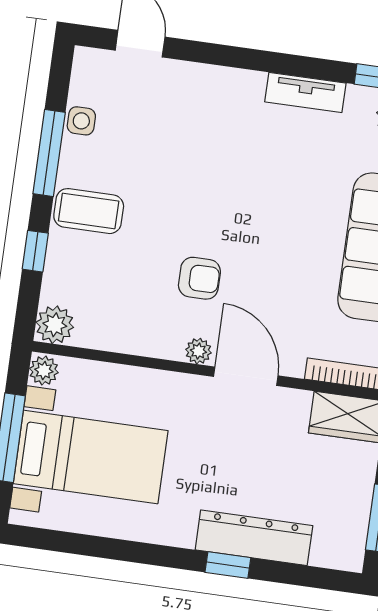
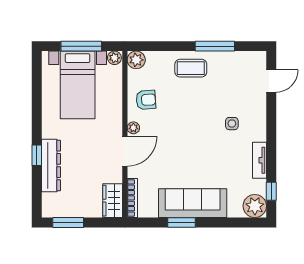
side table: (81, 121) -> (232, 124), moved
coffee table: (89, 211) -> (191, 68), turned 90
window: (35, 251) -> (169, 46), removed
armchair: (199, 278) -> (146, 100), moved, turned -94

